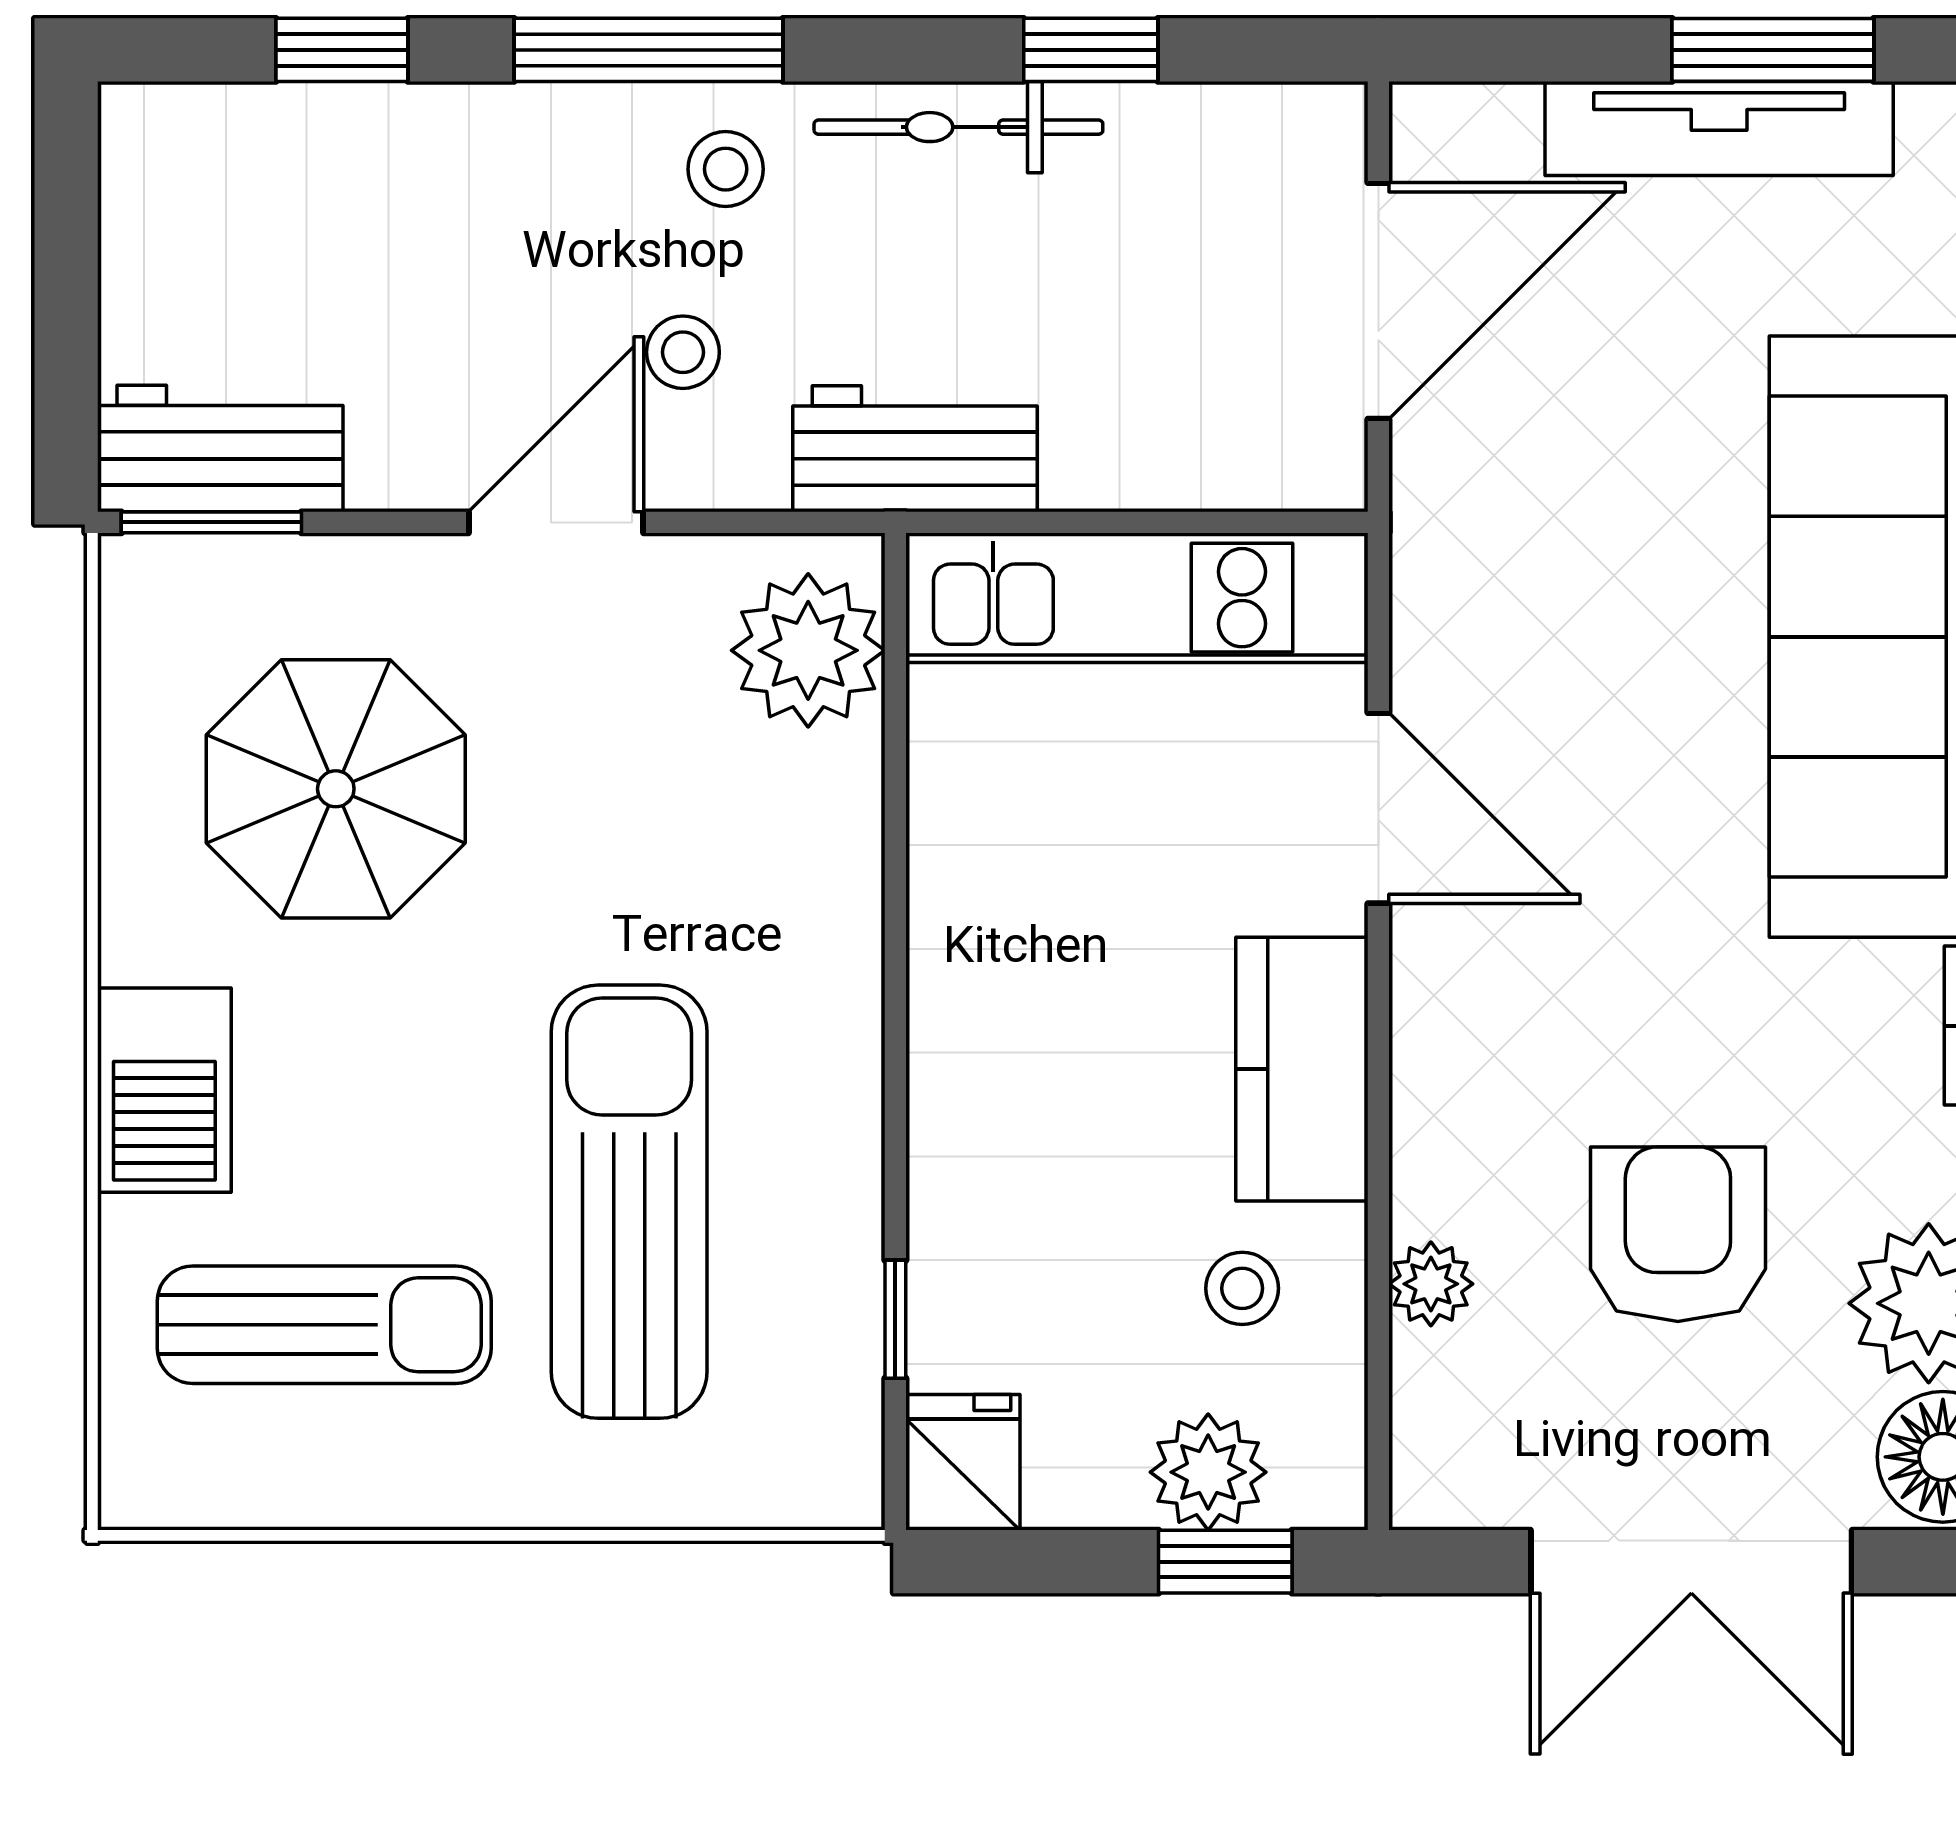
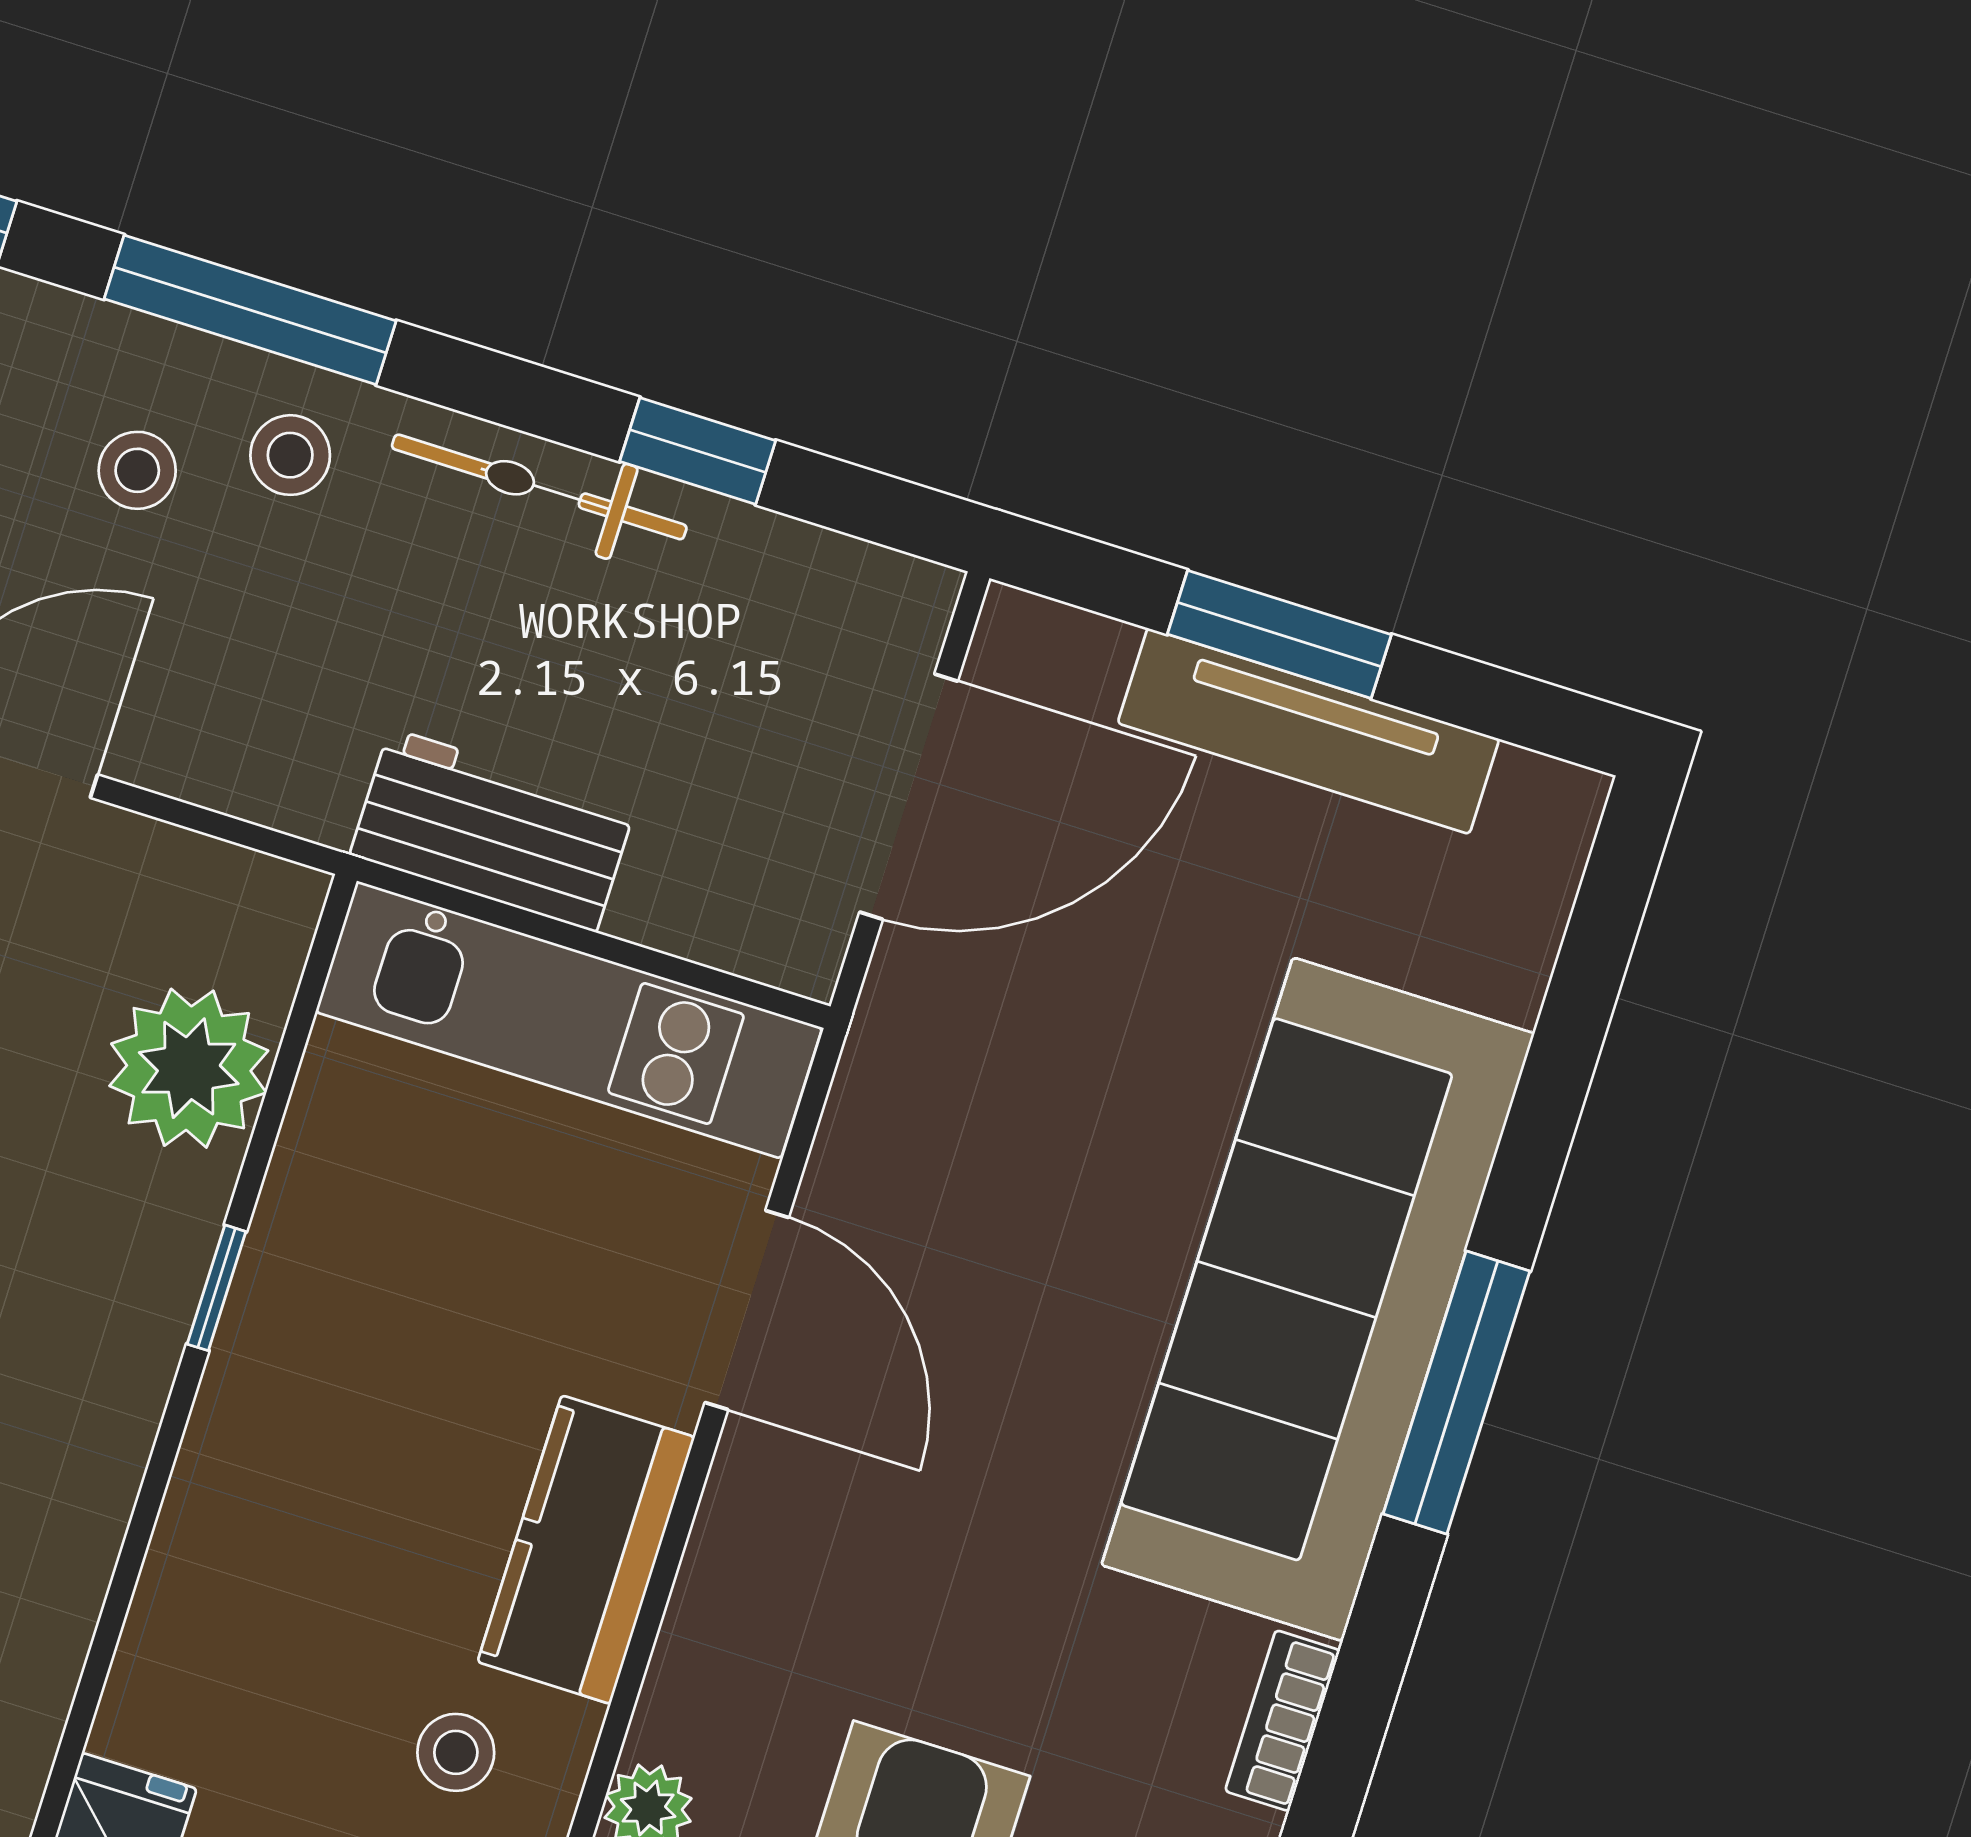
window: (1773, 50) -> (1279, 634), moved
stool: (683, 352) -> (137, 470), moved
workbench: (915, 449) -> (493, 830), moved
plant: (808, 650) -> (189, 1068), moved
window: (895, 1319) -> (217, 1288), moved

